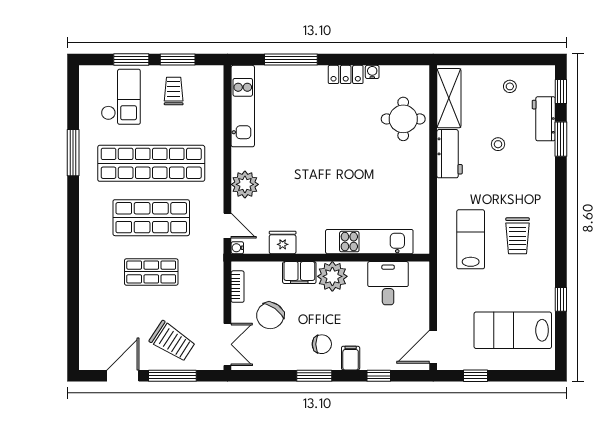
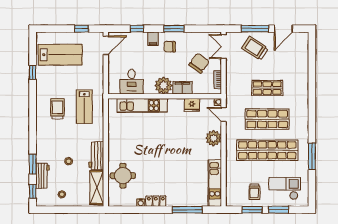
checkout: (121, 97) -> (285, 188), turned 90

